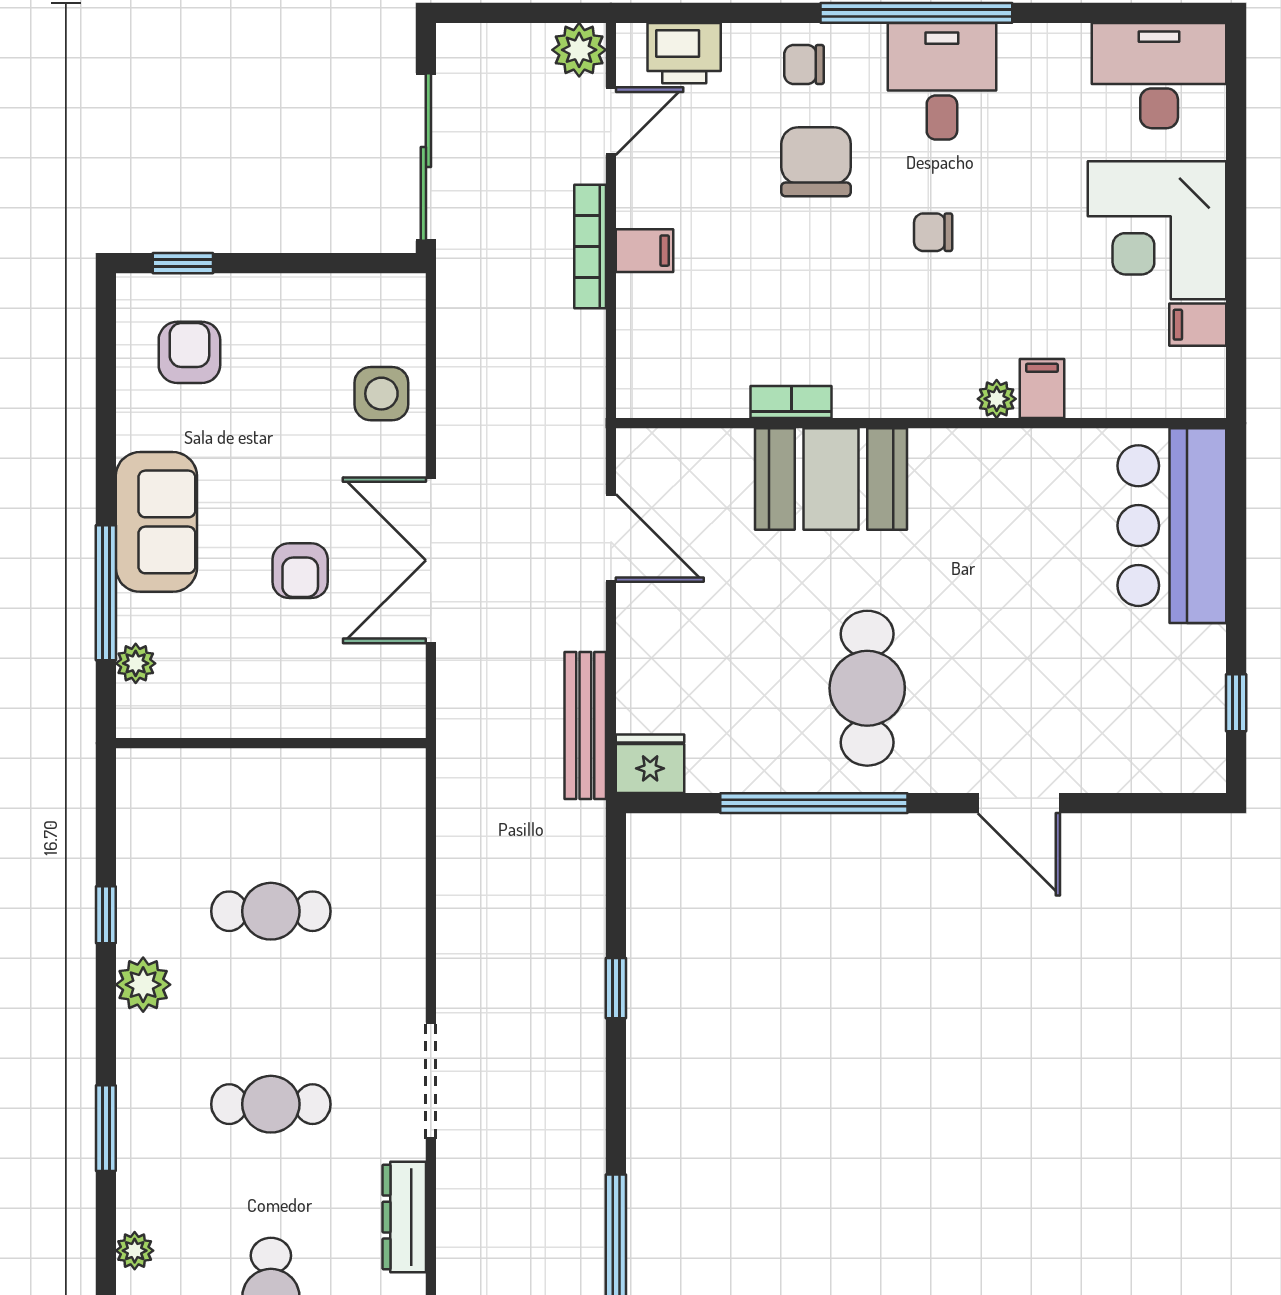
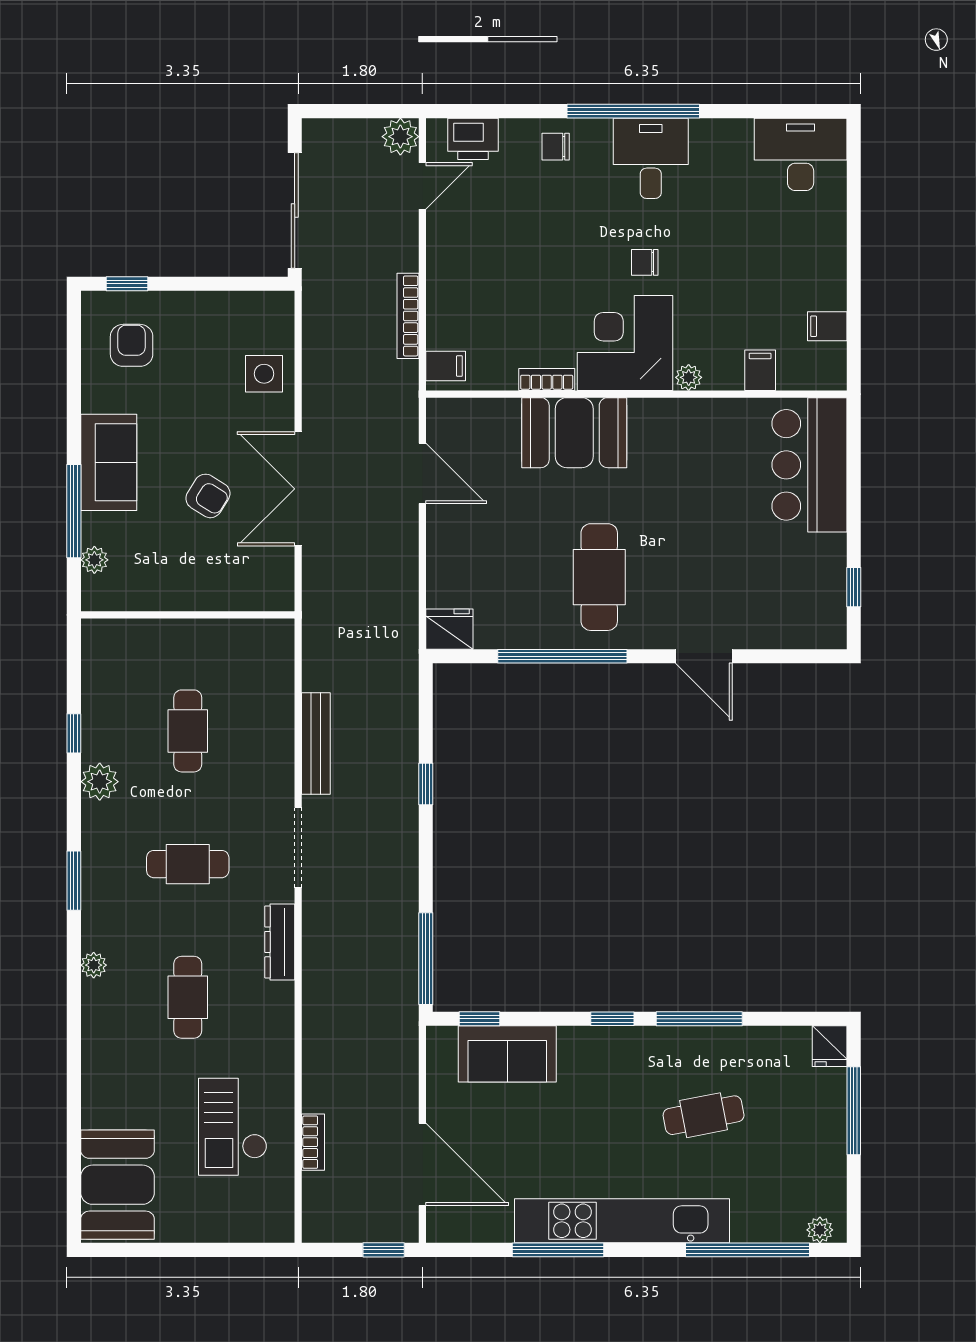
chair: (816, 162) -> (564, 214), removed
corner desk: (1157, 230) -> (625, 343), moved, turned 90
bookcase: (590, 247) -> (408, 316), moved
filing cabinet: (645, 251) -> (446, 366), moved
filing cabinet: (1042, 389) -> (760, 370), moved
armchair: (300, 571) -> (208, 496), turned -58
bench: (585, 726) -> (316, 743), moved
cafe table: (271, 911) -> (188, 731), turned 90

